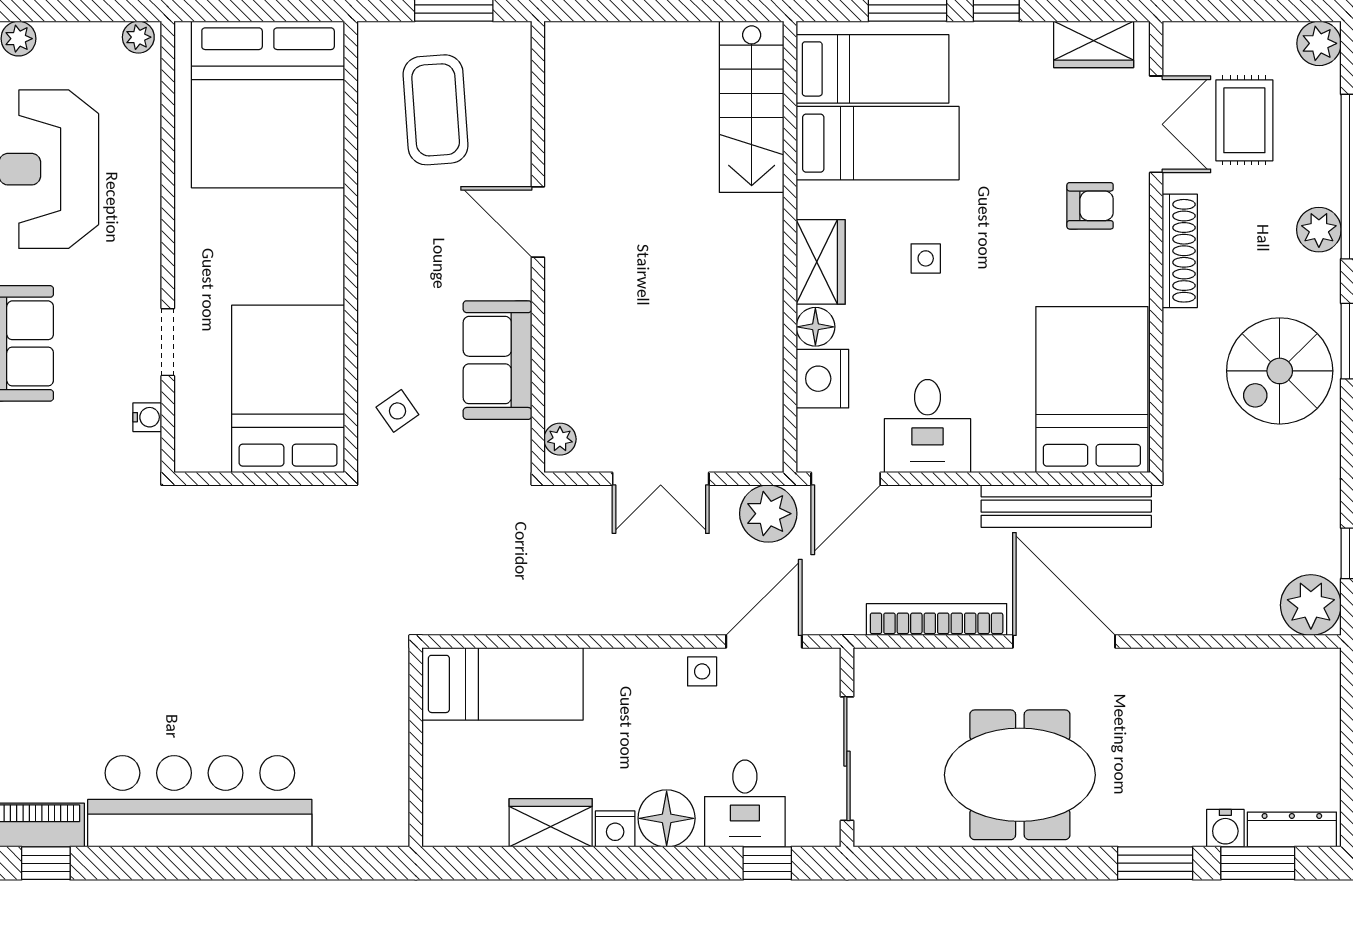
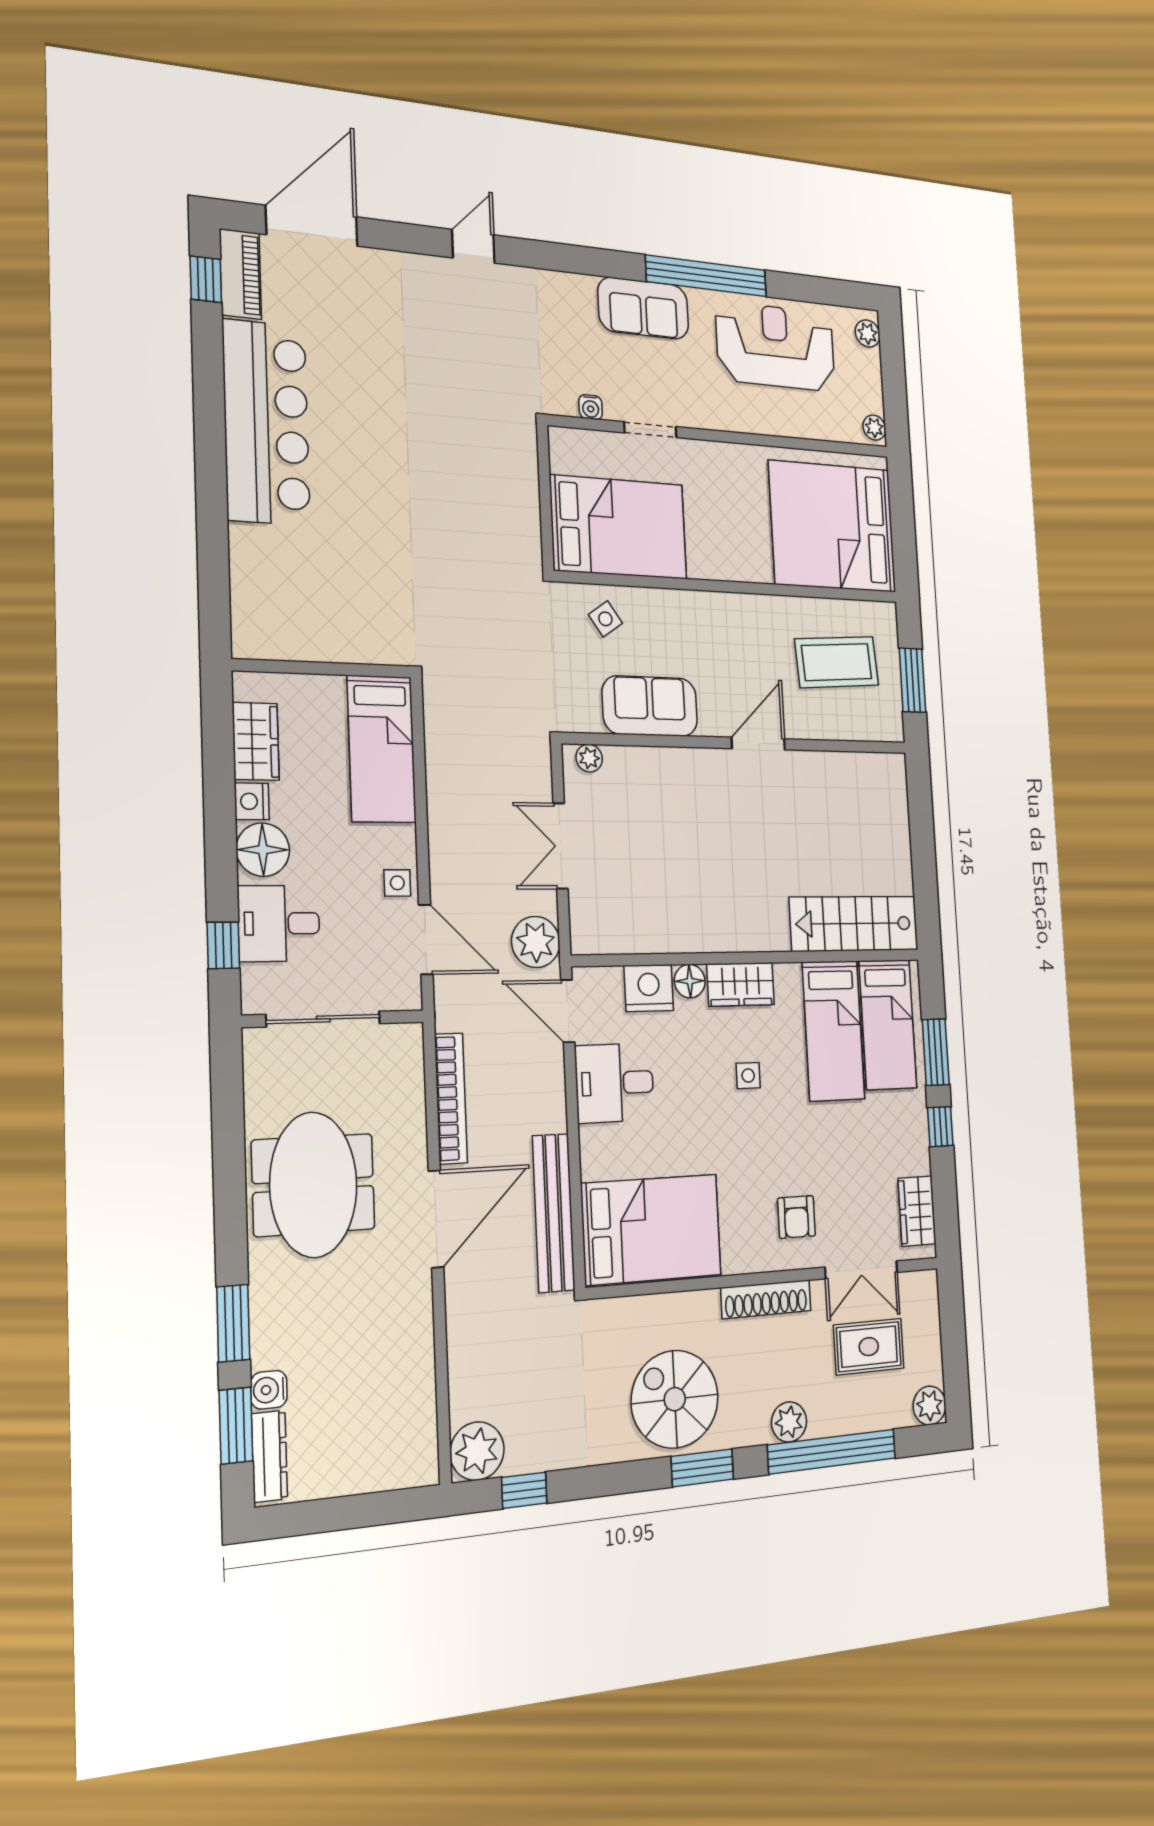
bed: (503, 684) -> (382, 749), moved
wall: (416, 747) -> (322, 668), moved

